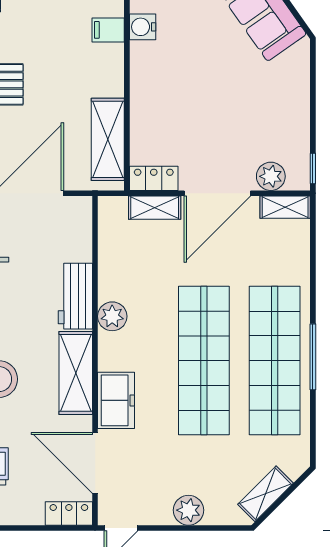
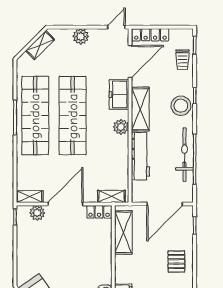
shelving: (155, 208) -> (111, 196), moved
workbench: (75, 296) -> (140, 156), width x1.37
plant: (112, 316) -> (121, 127), moved
door: (95, 463) -> (130, 62), hinge flipped
locker: (69, 513) -> (150, 35), width x1.53

